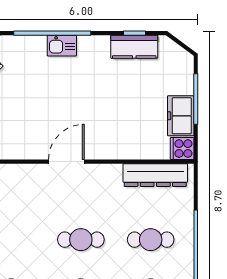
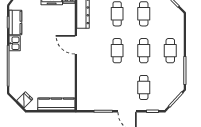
kitchen sink: (62, 46) -> (15, 43), moved
door: (66, 162) -> (76, 45), moved

